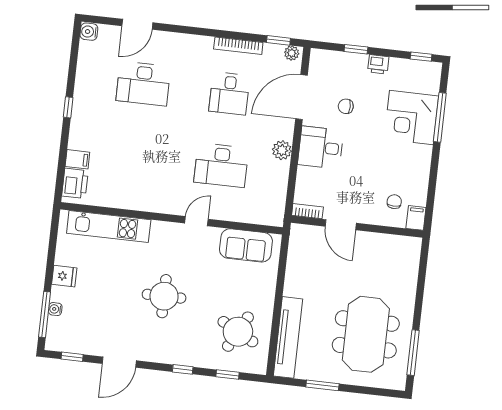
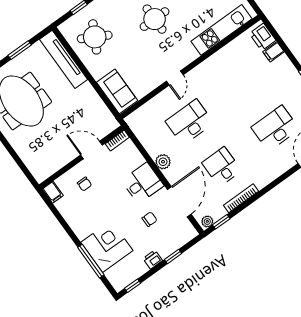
chair: (394, 202) -> (84, 184), moved
sofa: (246, 245) -> (117, 91), moved, turned 90

